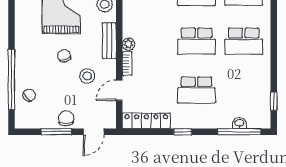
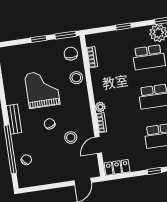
bench: (109, 41) -> (14, 119), moved
chair: (66, 118) -> (59, 174), removed
locker: (146, 121) -> (117, 167), width x0.66
window: (56, 132) -> (52, 186), removed

